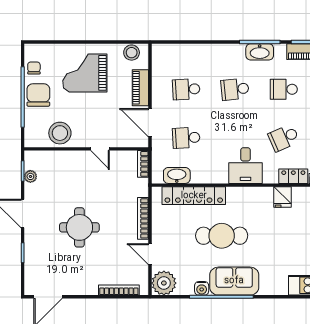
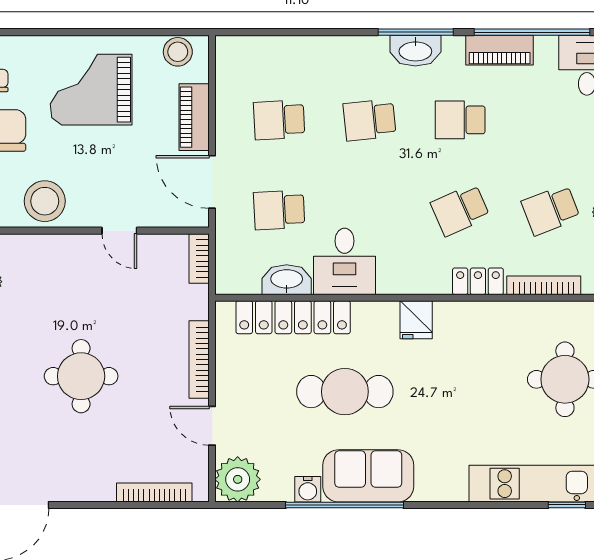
desk: (246, 166) -> (345, 261), moved
washbasin: (177, 175) -> (287, 280), moved
fridge: (283, 197) -> (416, 320), moved

